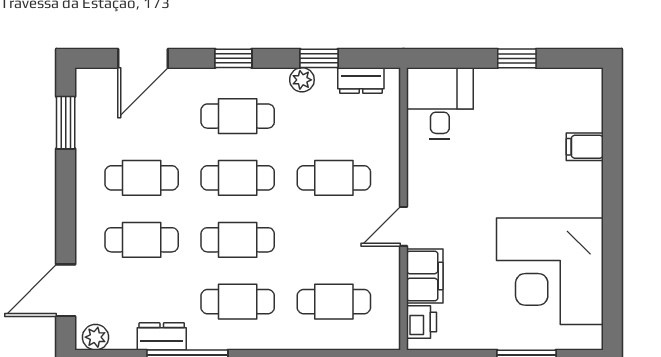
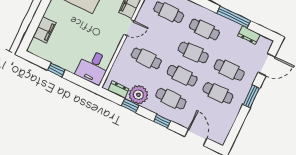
door: (143, 58) -> (196, 137), hinge flipped
plant: (302, 80) -> (138, 95), width x1.88, depth x1.88
window: (66, 123) -> (251, 96), moved
filing cabinet: (585, 147) -> (45, 30), width x2.00
dresser: (162, 336) -> (249, 35), moved
plant: (96, 337) -> (264, 42), removed

